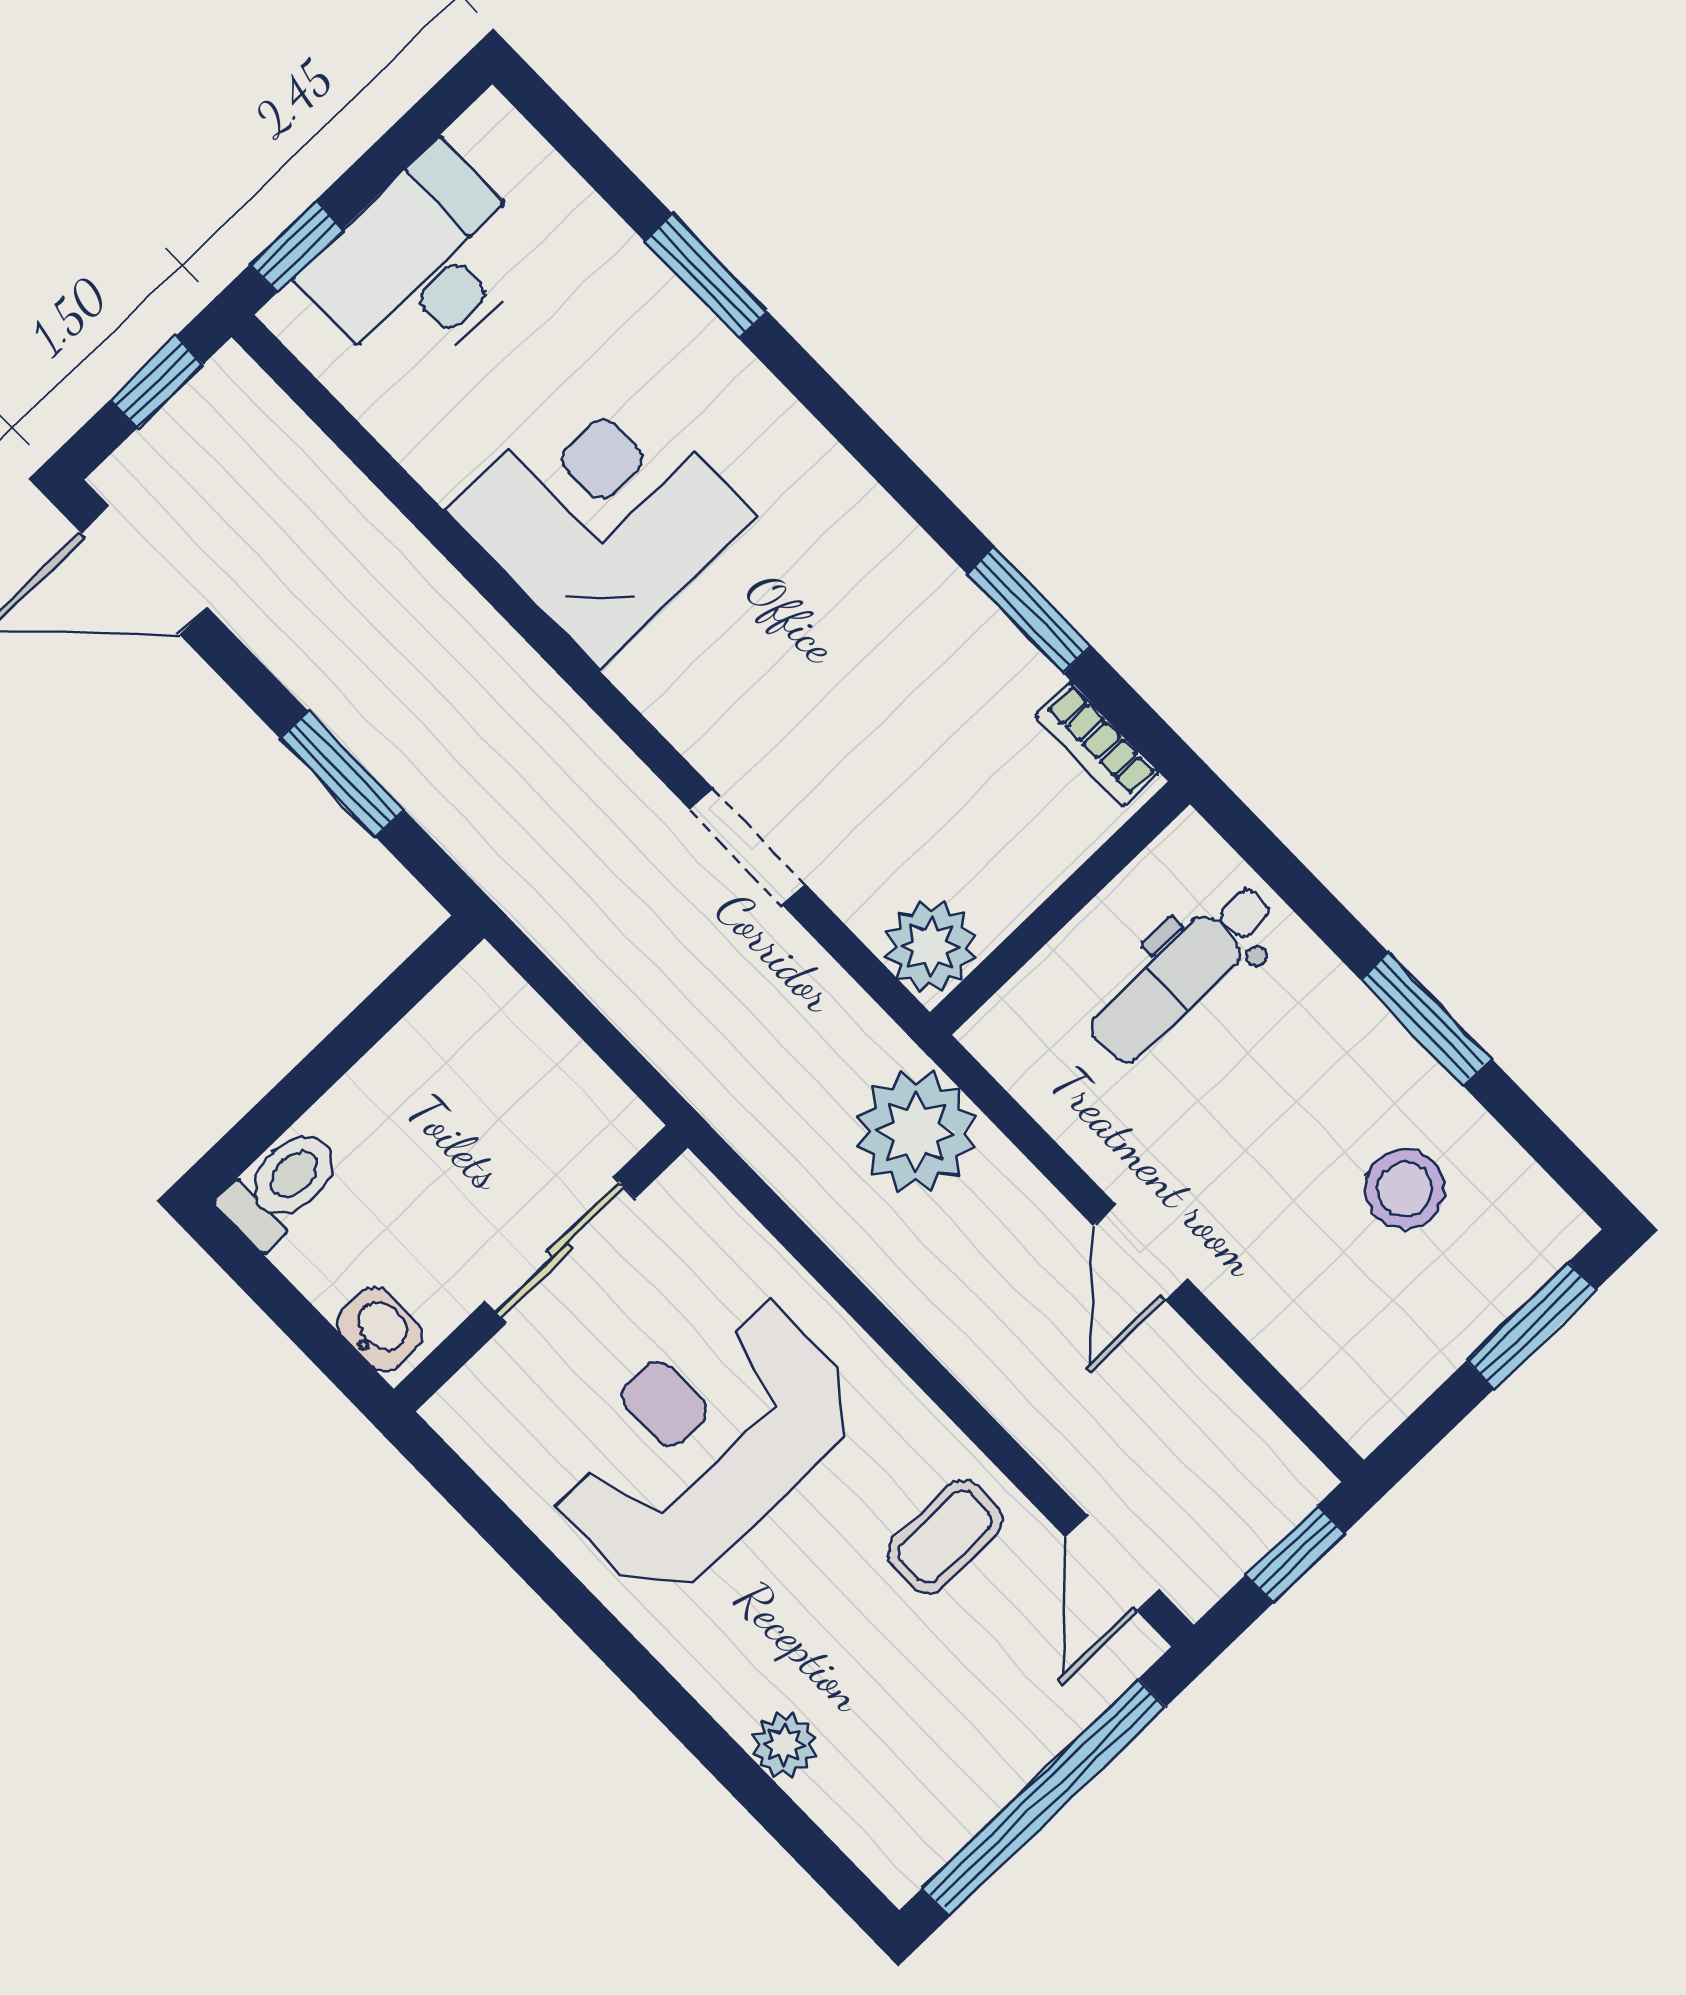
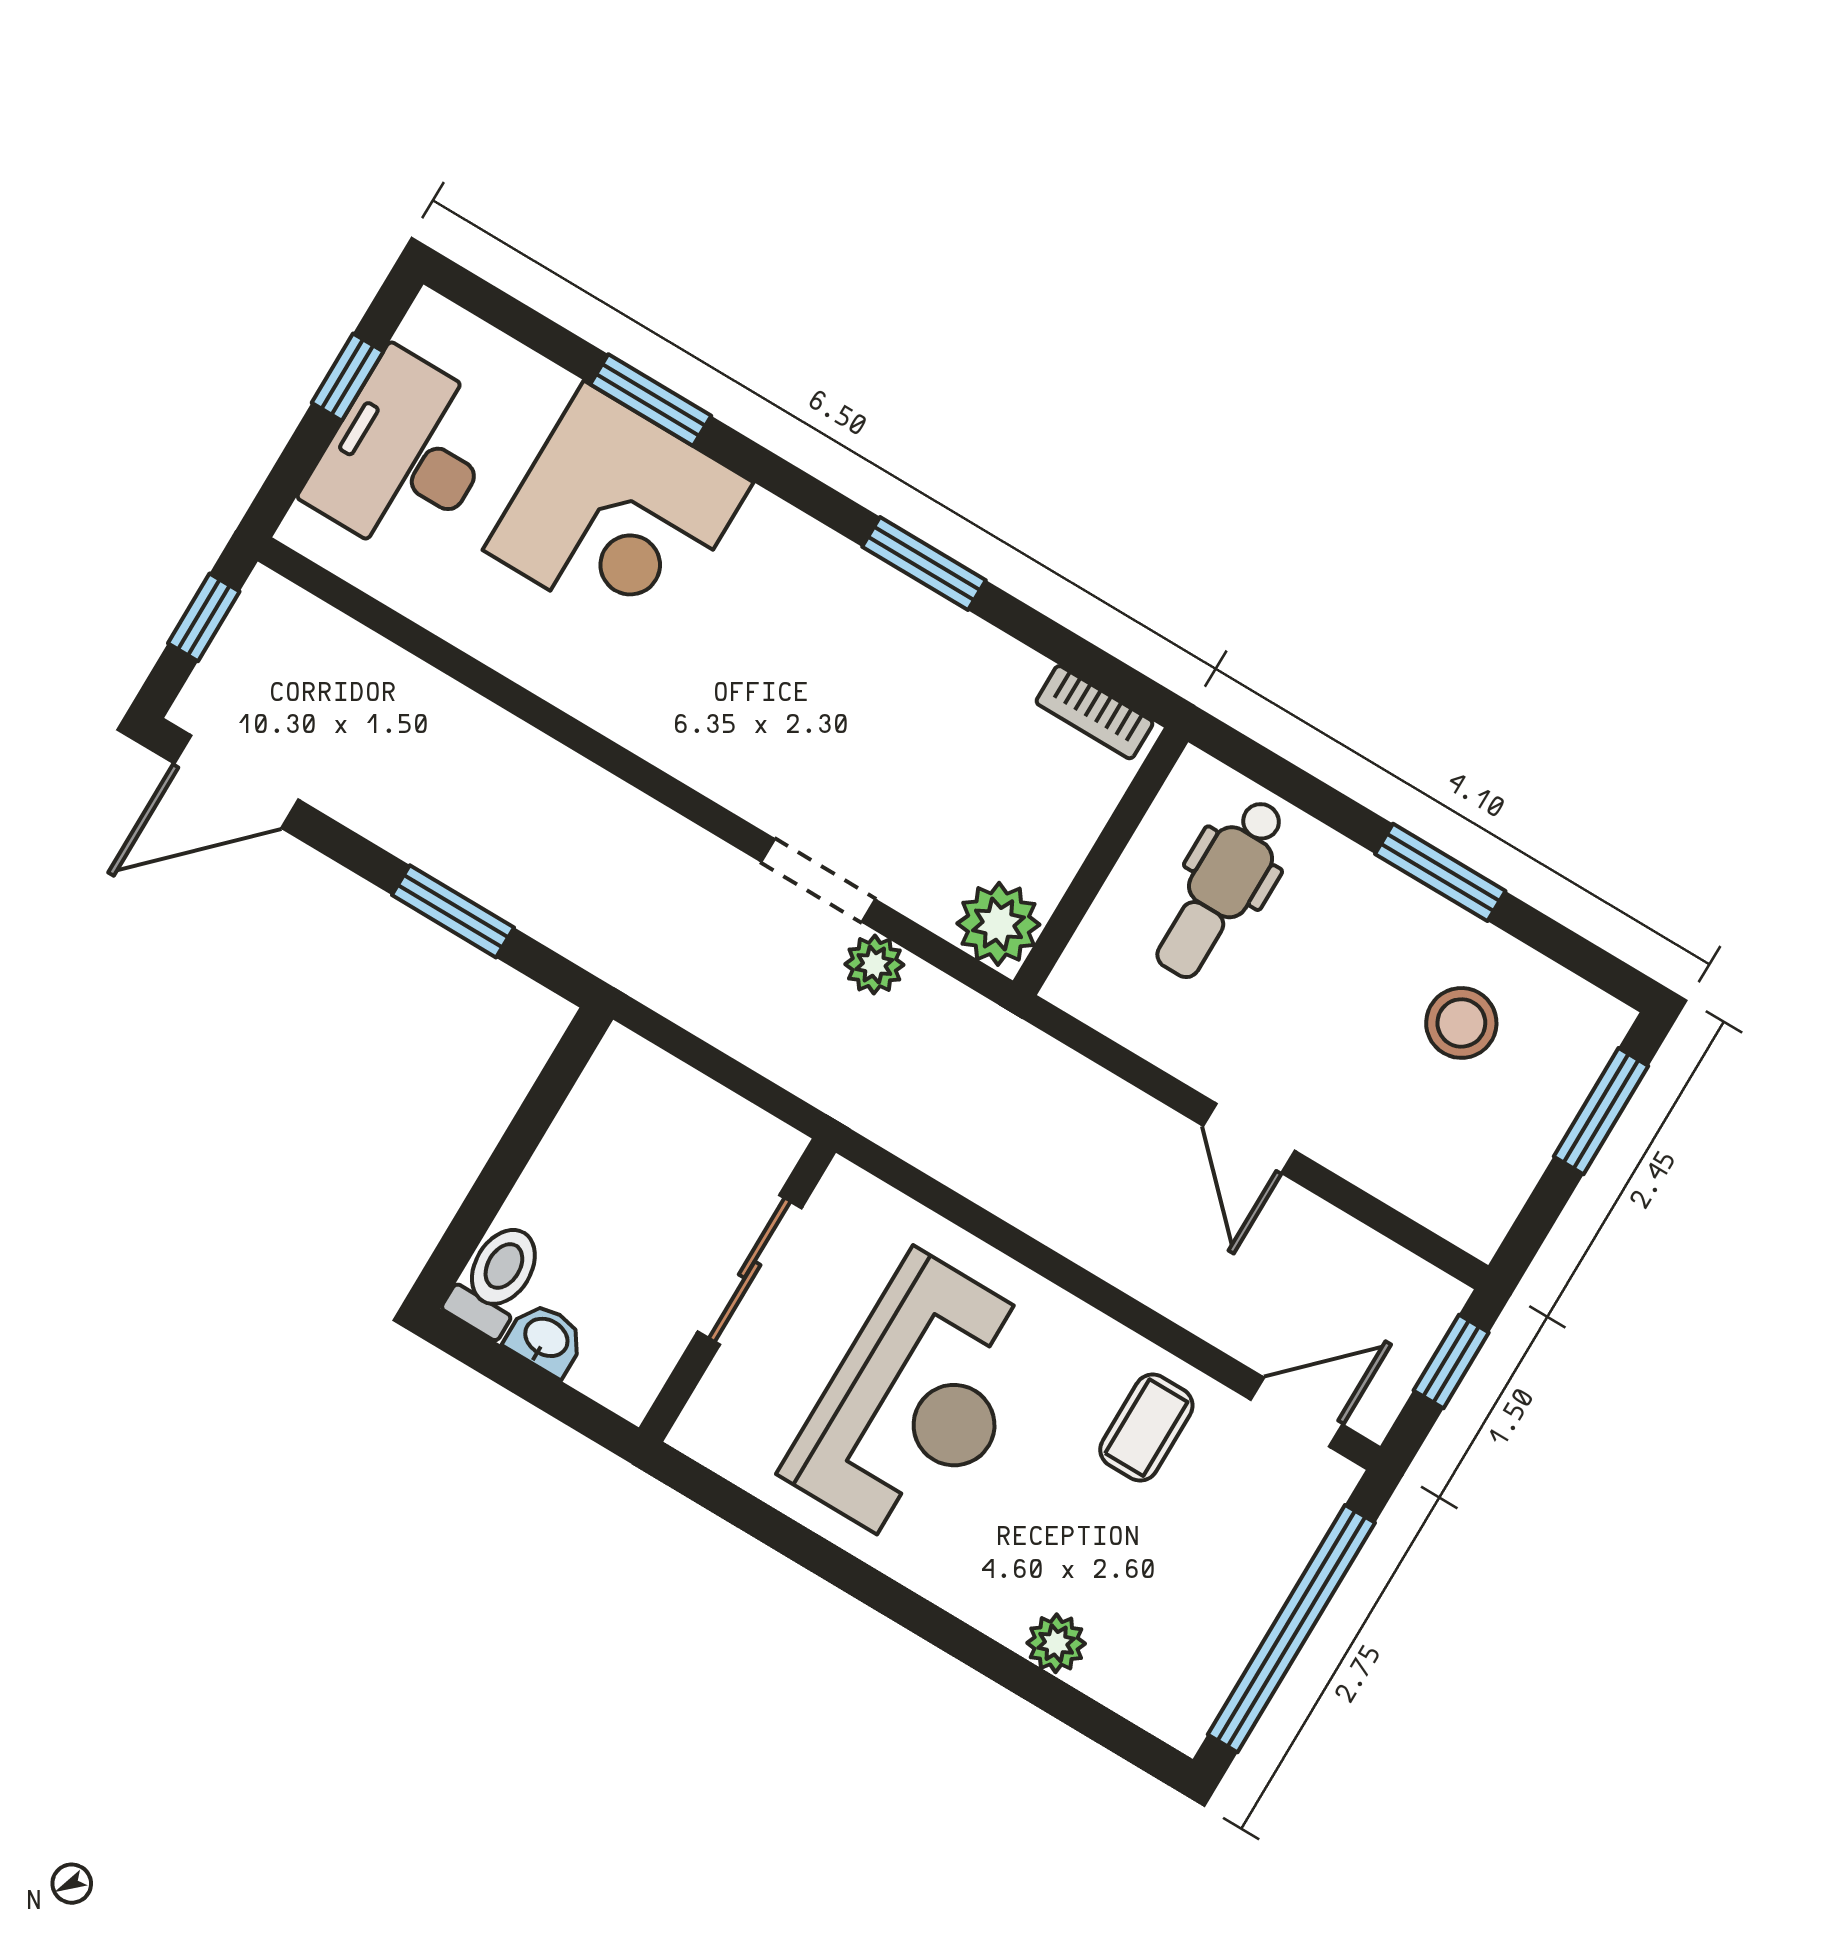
window: (296, 247) -> (347, 377), moved
corner desk: (601, 513) -> (618, 516), moved, turned 180
window: (1029, 610) -> (924, 564), moved
plant: (916, 1132) -> (874, 965), moved, width x0.53, depth x0.53
washbasin: (380, 1329) -> (546, 1339), moved
reception desk: (703, 1443) -> (917, 1403), turned 180
door: (1113, 1564) -> (1297, 1412), swing flipped

